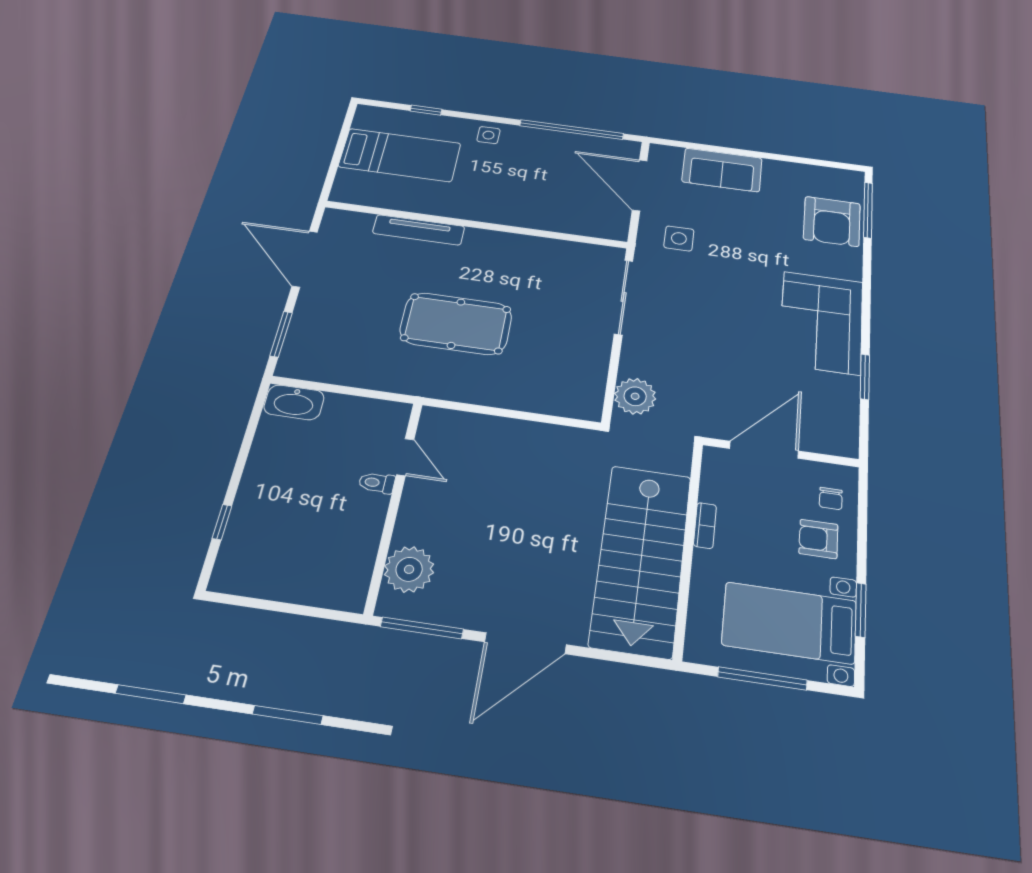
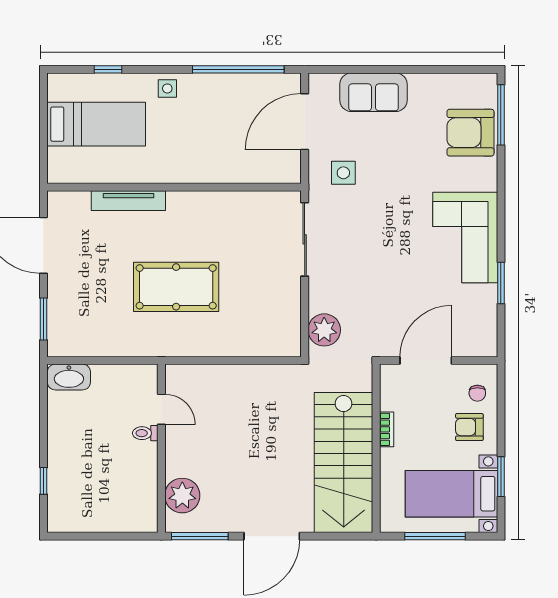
door: (640, 185) -> (305, 122), hinge flipped
armchair: (832, 221) -> (470, 133), turned 90

